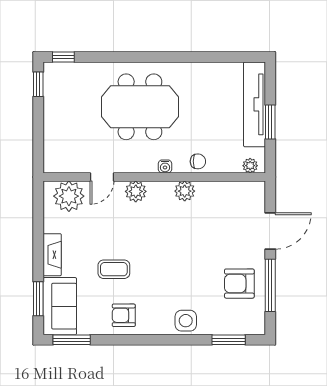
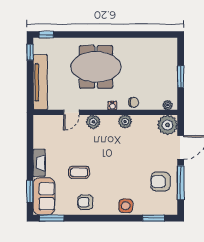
tv unit: (255, 104) -> (40, 82), moved, turned 180
plant: (69, 196) -> (167, 125), moved

